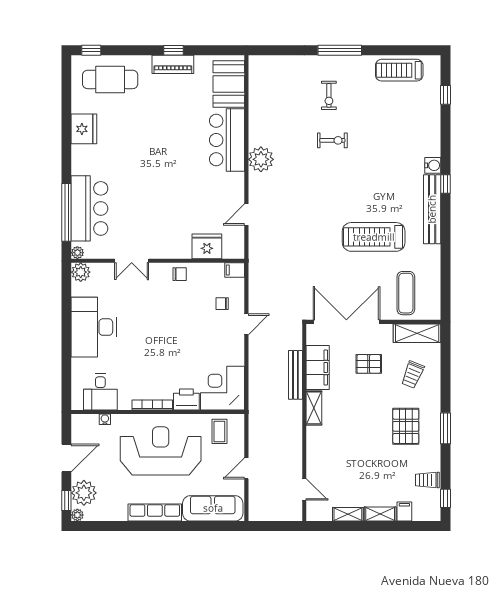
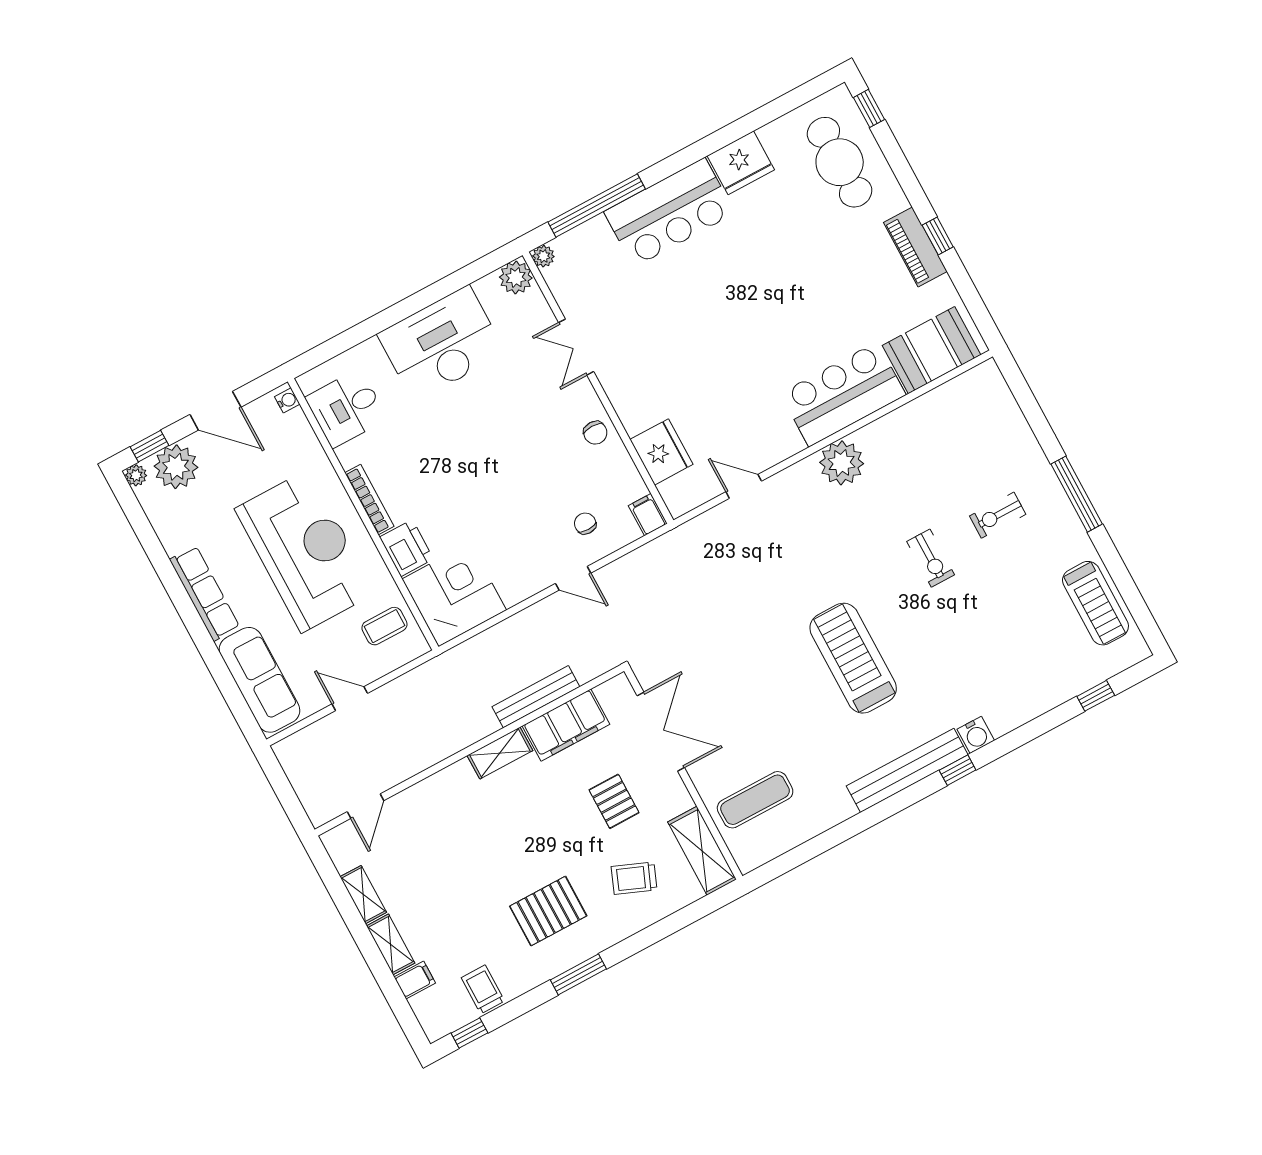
treadmill: (399, 70) -> (1095, 603), turned 180
bar counter: (89, 208) -> (669, 212), moved
treadmill: (374, 237) -> (853, 658), moved
double door: (346, 322) -> (661, 732), width x0.73
water cooler: (105, 419) -> (287, 400), moved

